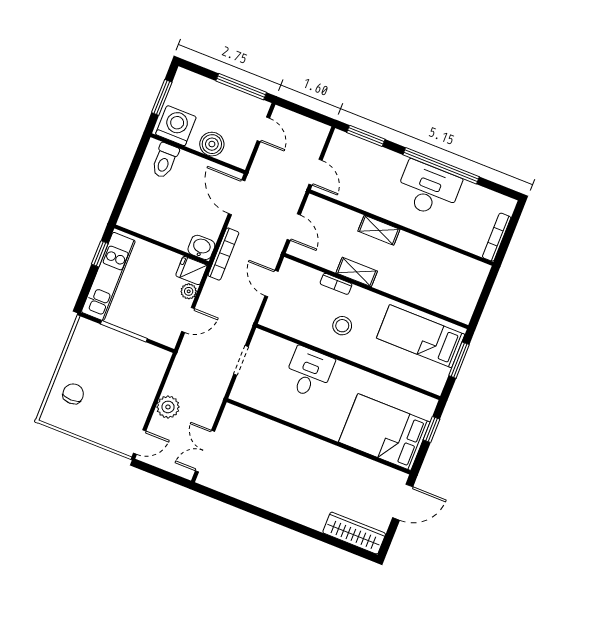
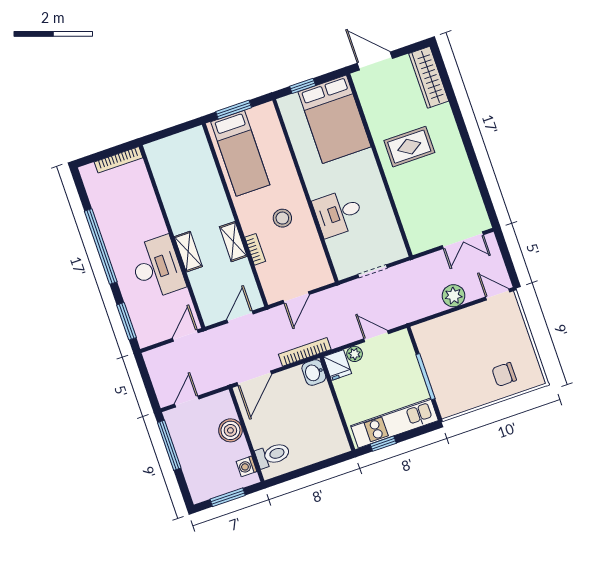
washing machine: (176, 126) -> (247, 466), width x0.53, depth x0.53
desk: (428, 189) -> (157, 267), moved, turned 180
rug: (313, 472) -> (409, 147), added

